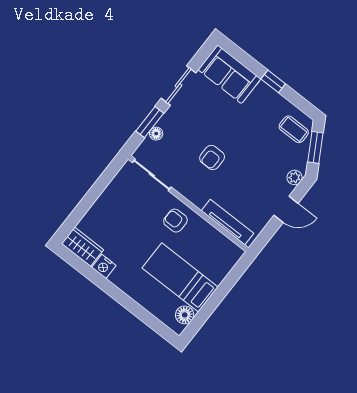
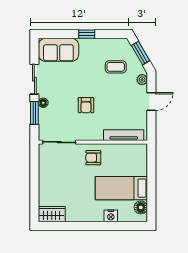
coffee table: (294, 129) -> (116, 67), moved
floor lamp: (156, 134) -> (43, 103), moved
nightstand: (104, 266) -> (111, 216), moved

